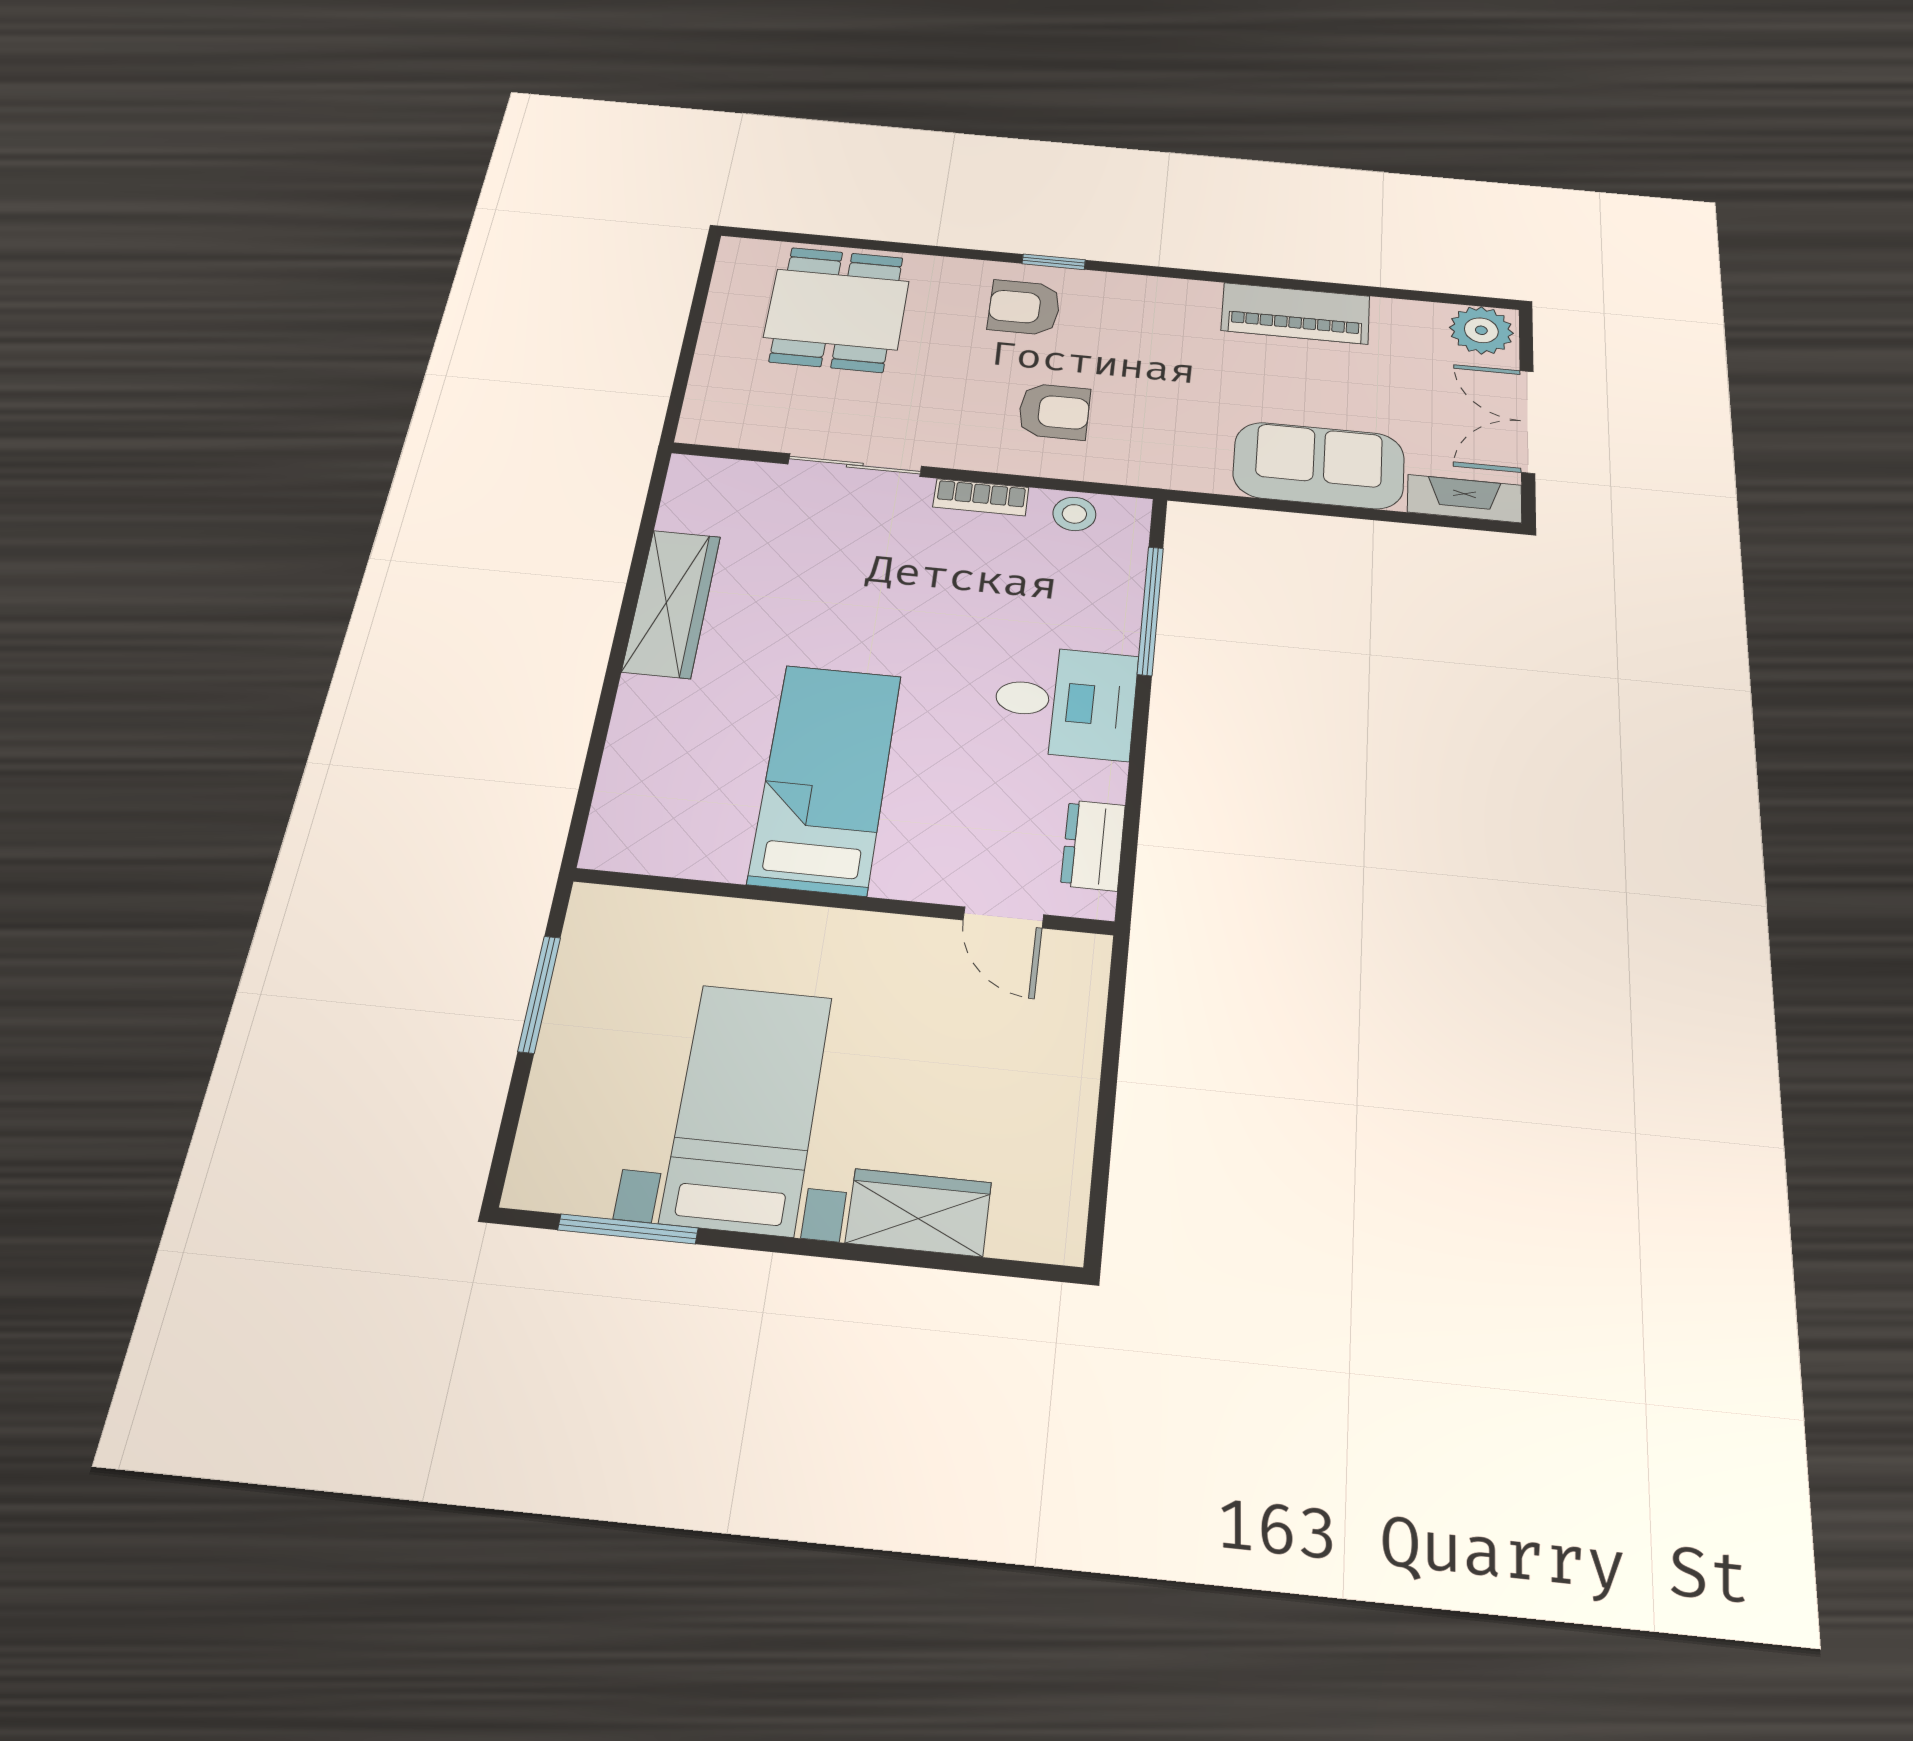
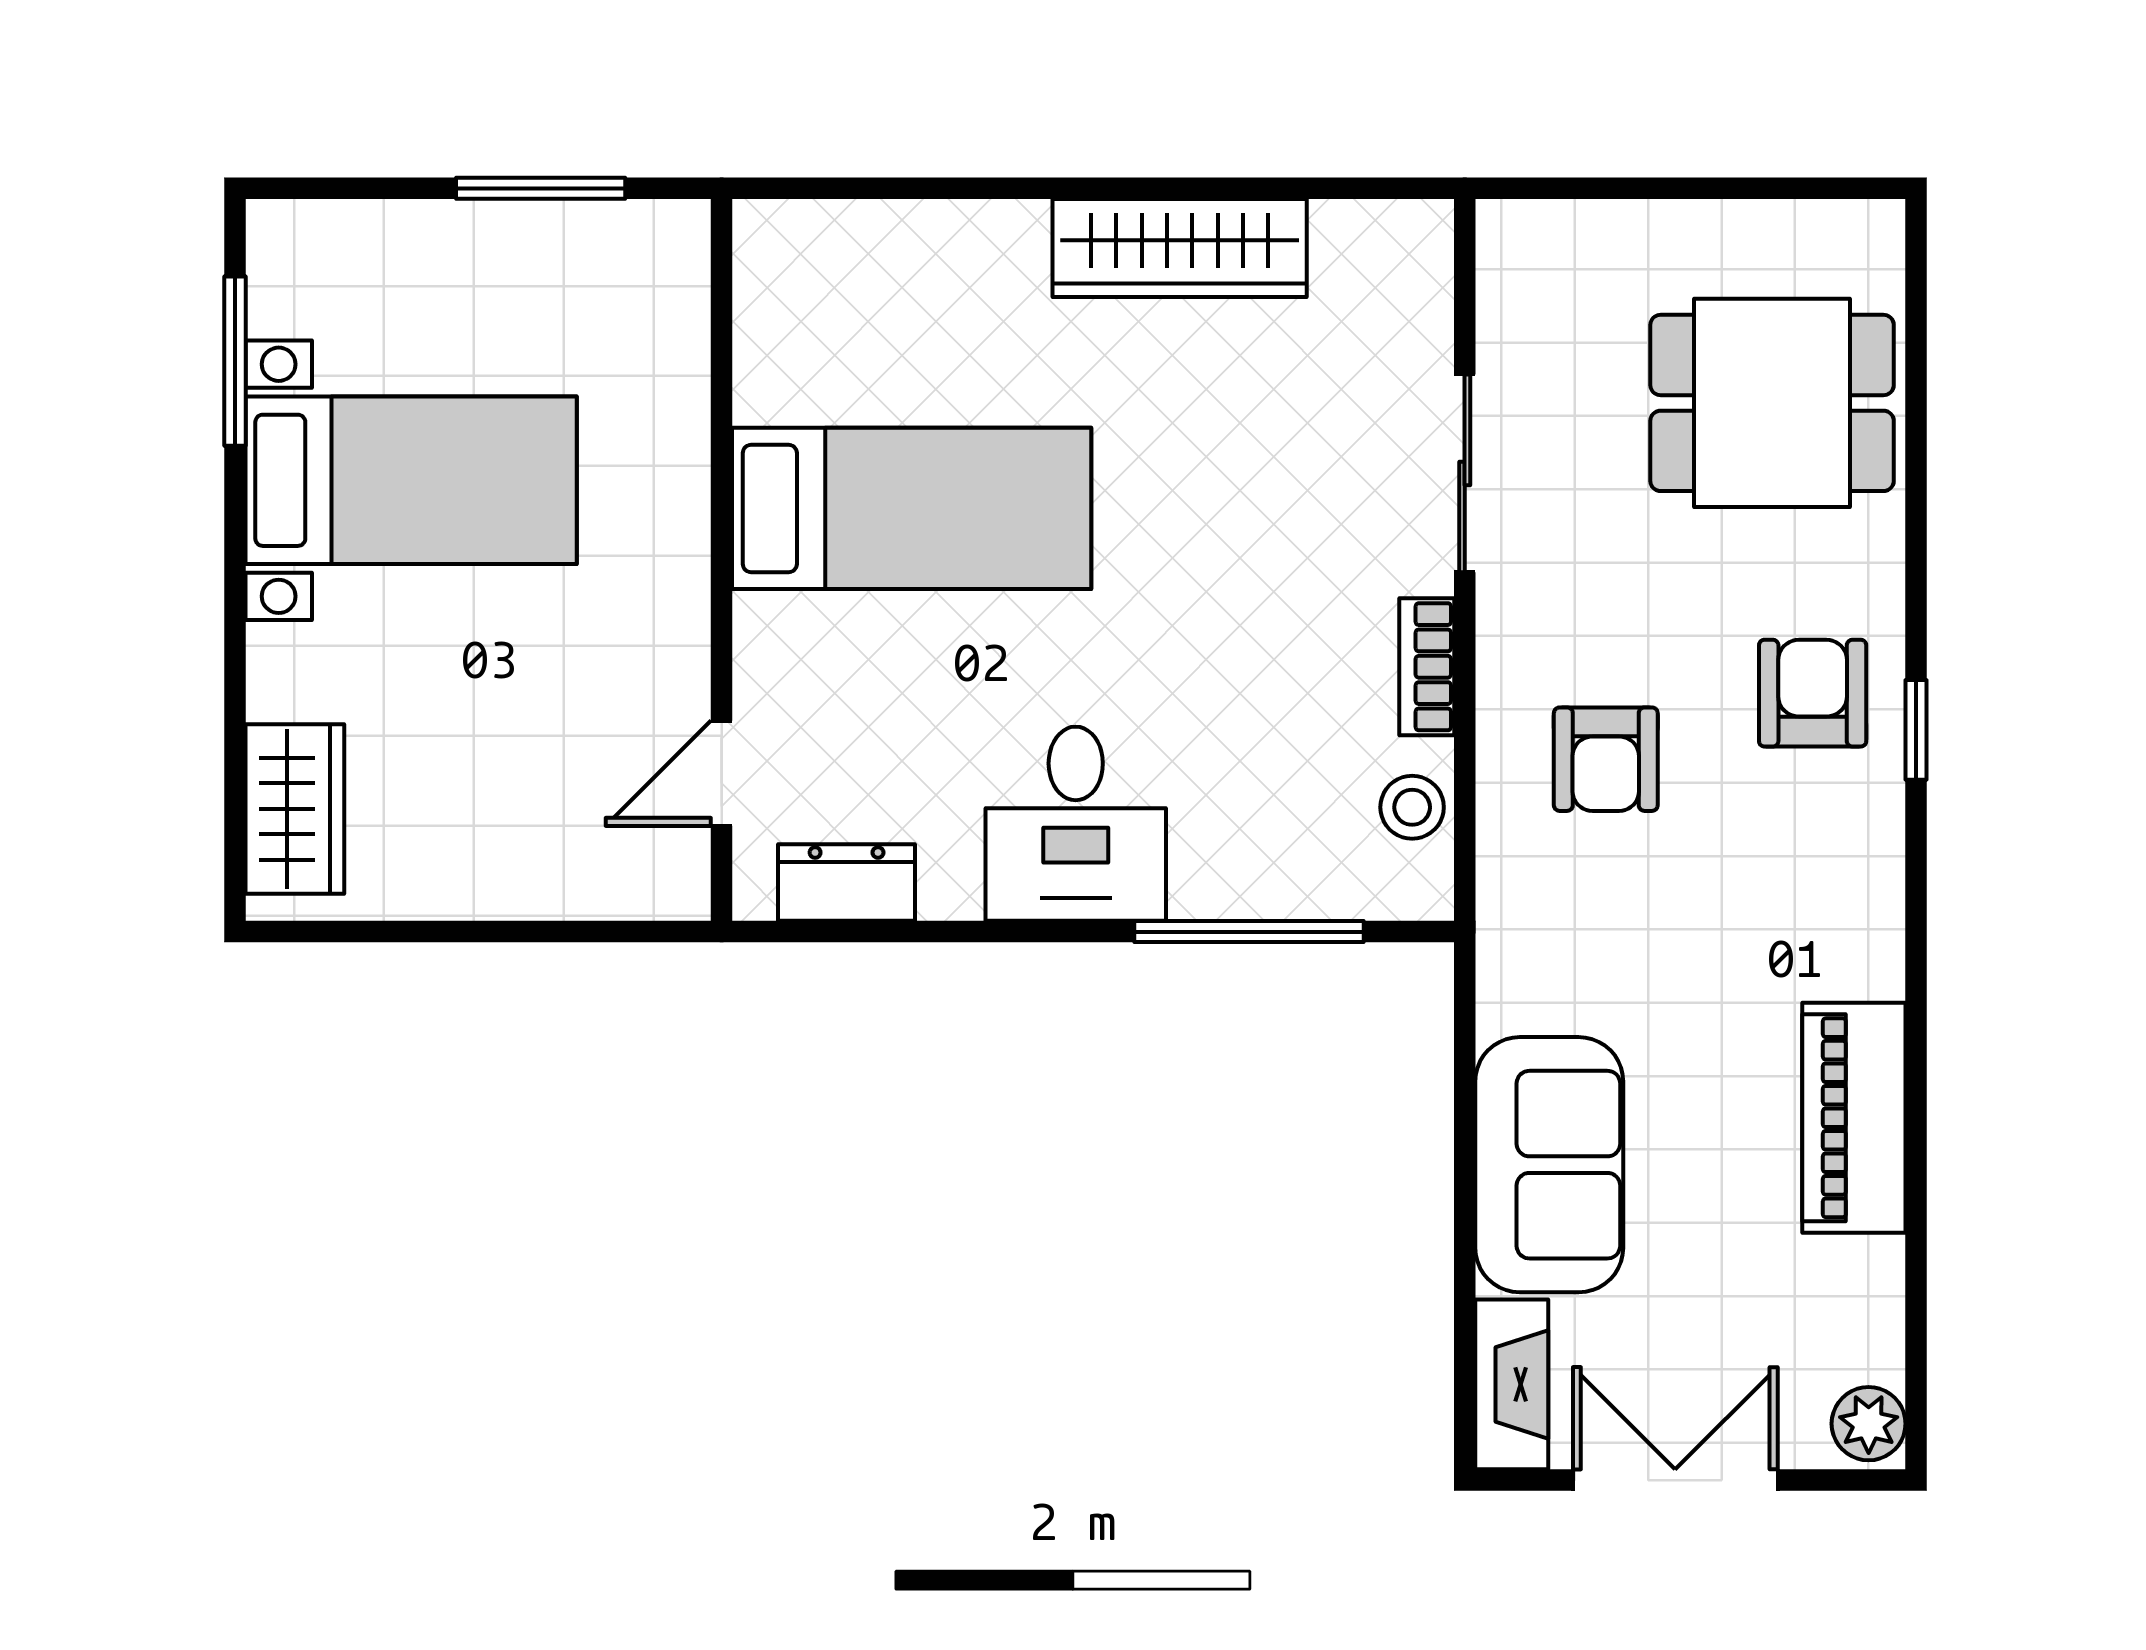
plant: (1481, 330) -> (1869, 1424), width x0.73, depth x0.73
wardrobe: (919, 1213) -> (295, 809), moved

